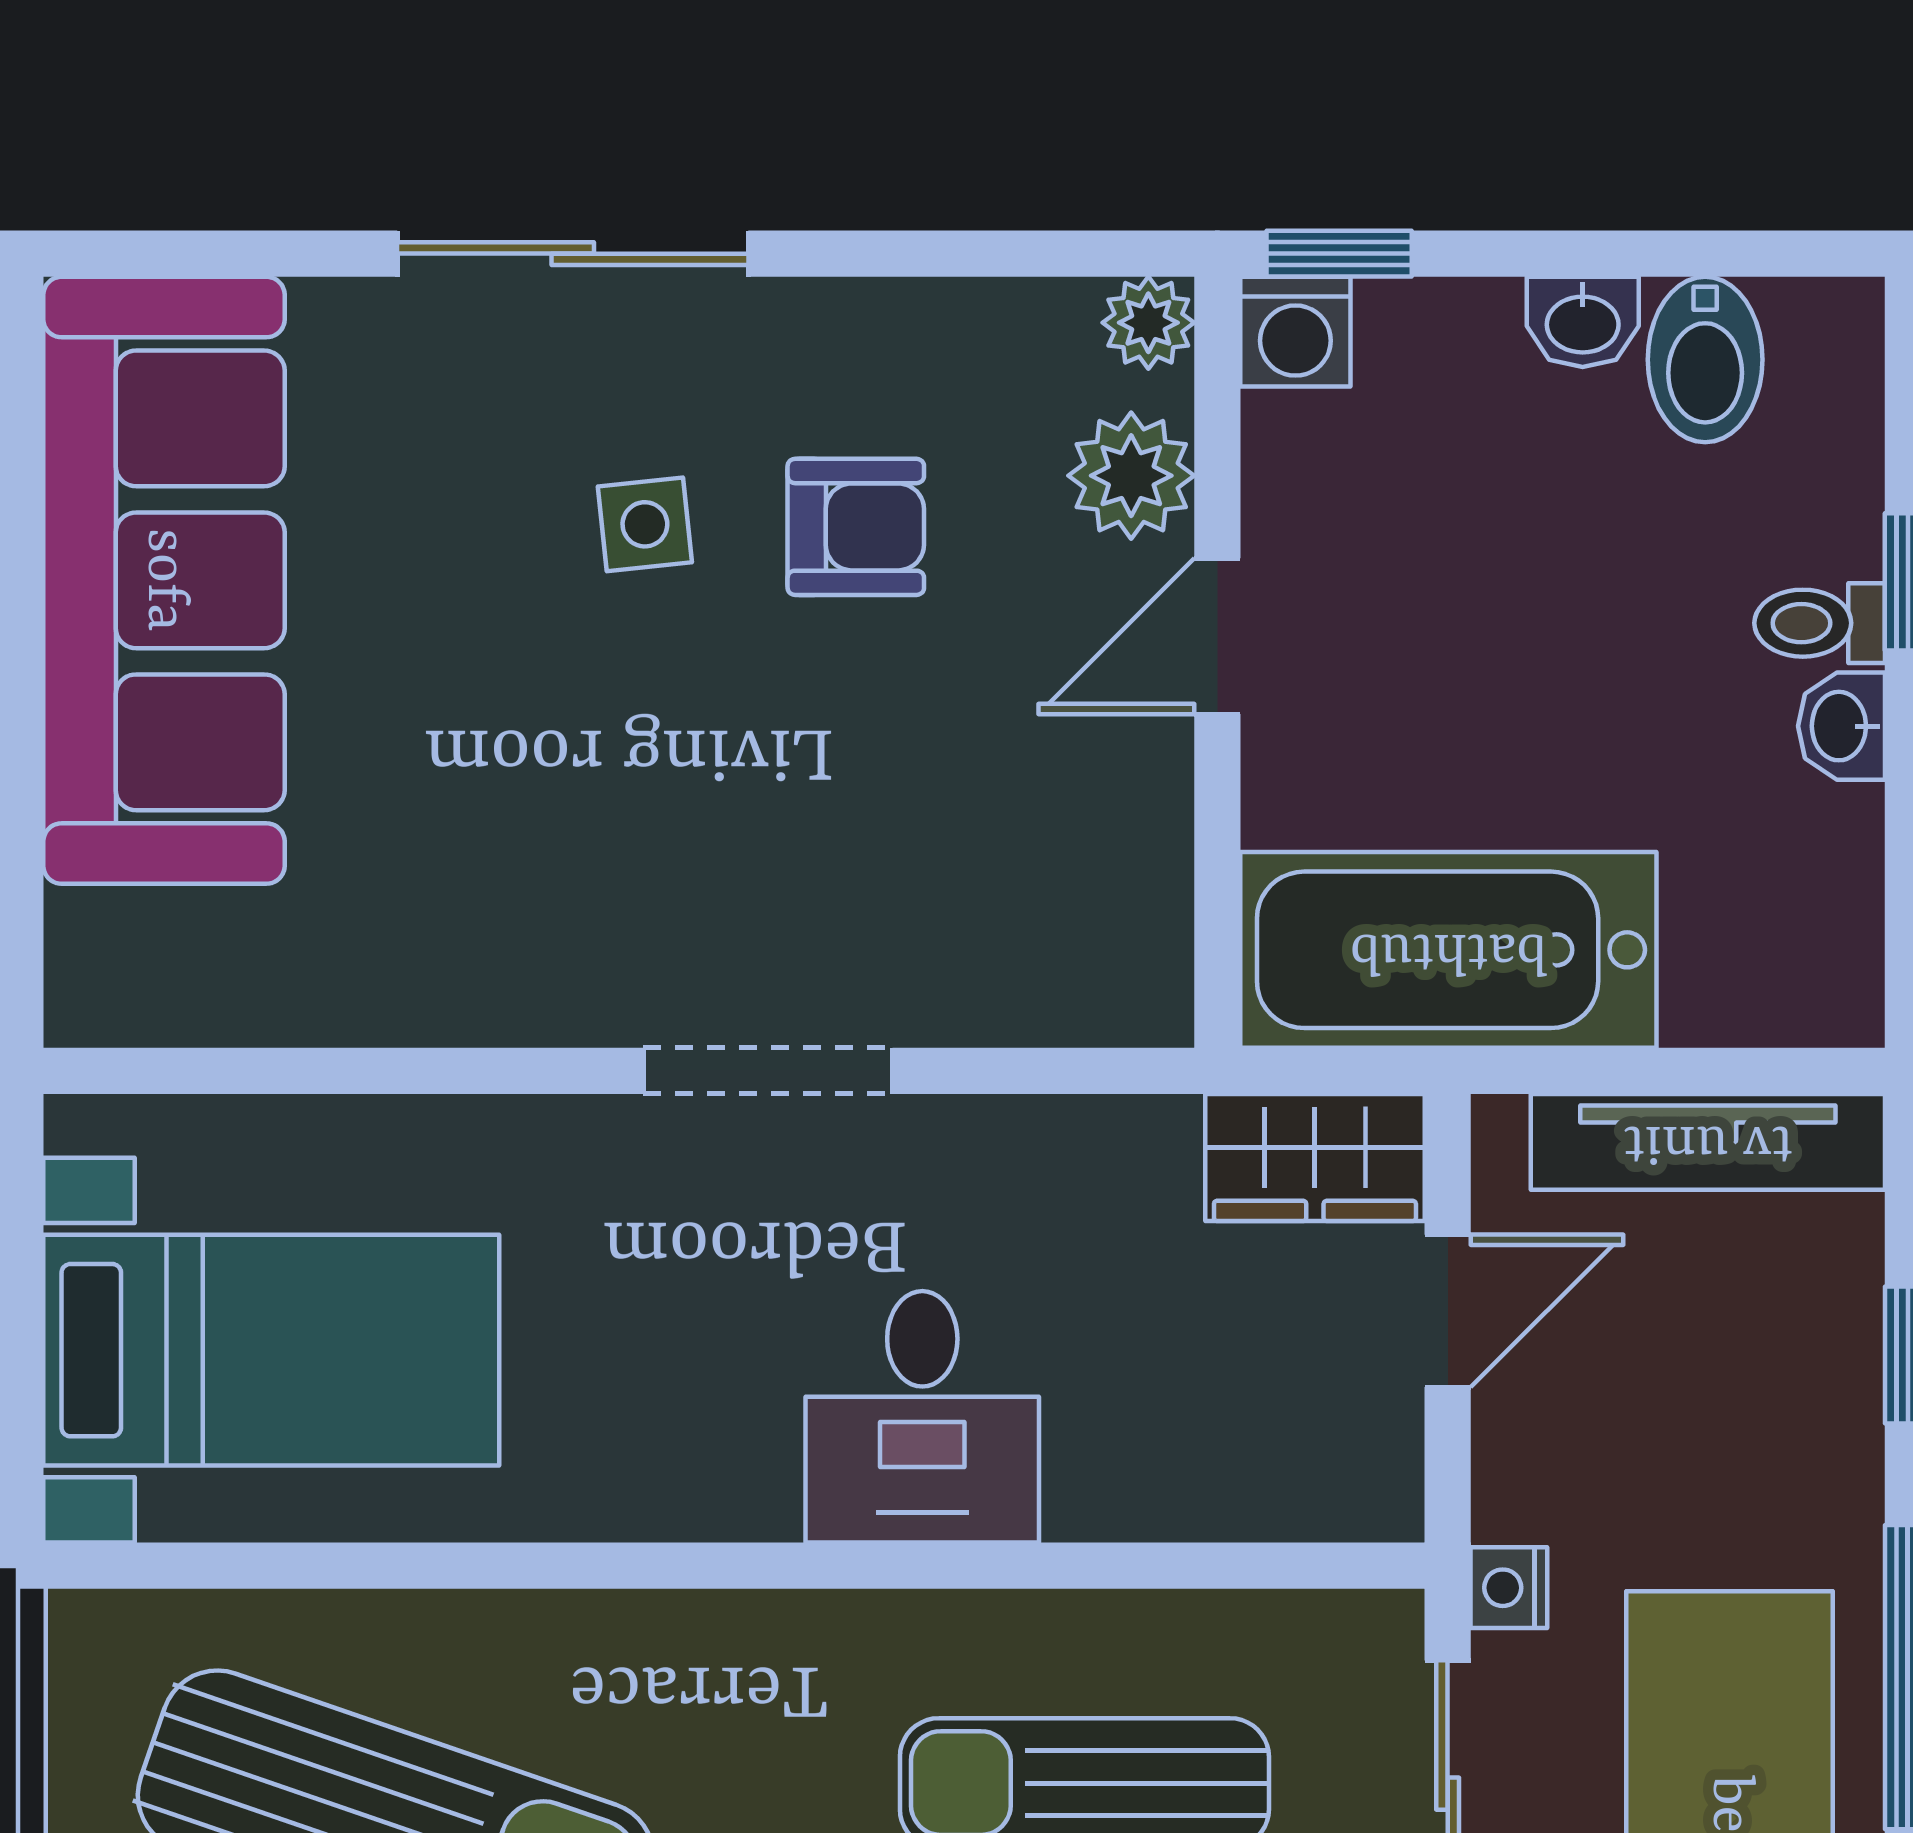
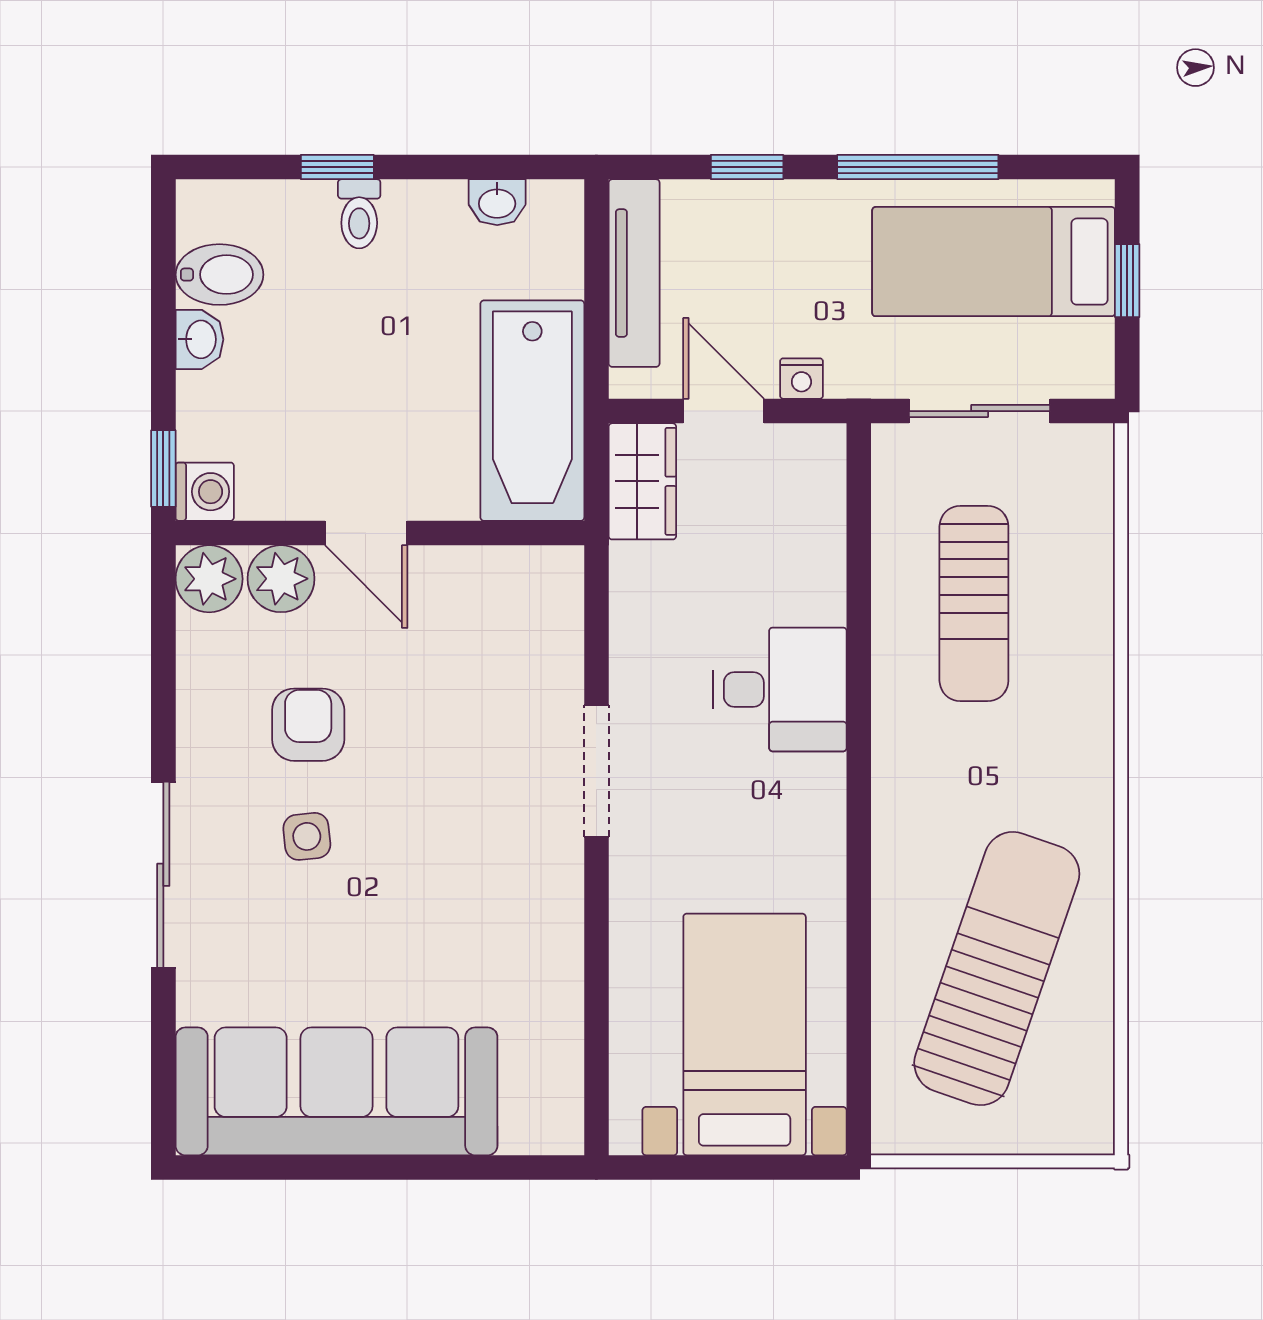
plant: (1148, 323) -> (209, 579), width x1.38, depth x1.38
washbasin: (1842, 726) -> (497, 202), moved
nightstand: (1509, 1588) -> (801, 379), moved

